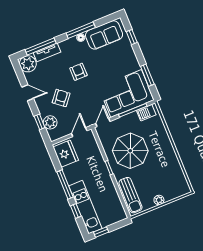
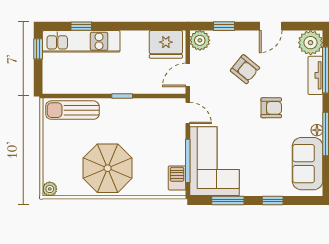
window: (132, 37) -> (273, 201), moved
plant: (50, 122) -> (200, 40), moved
door: (79, 132) -> (188, 75), swing flipped
parasol: (130, 151) -> (108, 168), moved
window: (65, 184) -> (124, 26), removed
plant: (159, 200) -> (50, 189), moved

